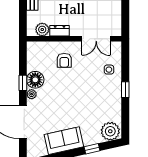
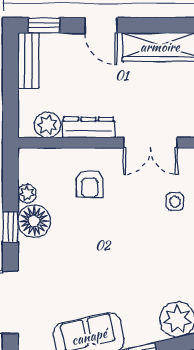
dresser: (60, 31) -> (89, 127), width x1.44
plant: (32, 94) -> (27, 194), moved

